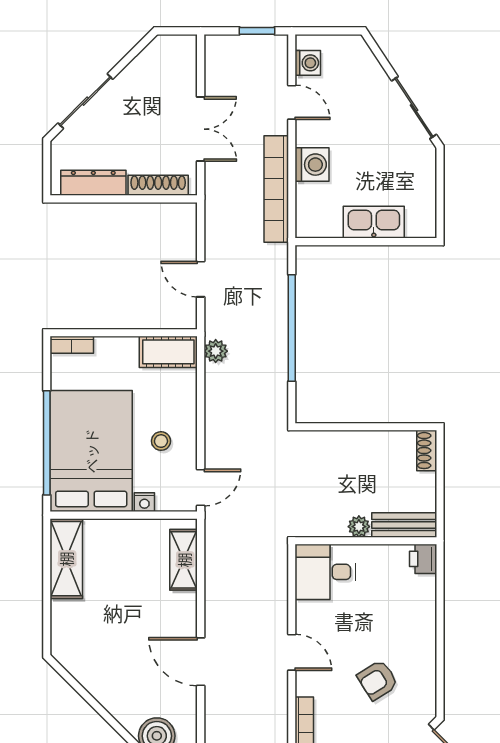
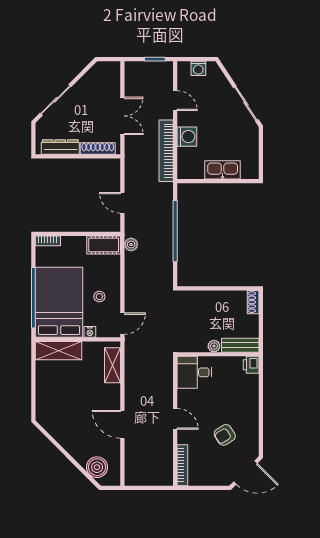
washing machine: (308, 63) -> (198, 68), moved, turned 90
shelving: (66, 559) -> (59, 351), moved, turned 90

